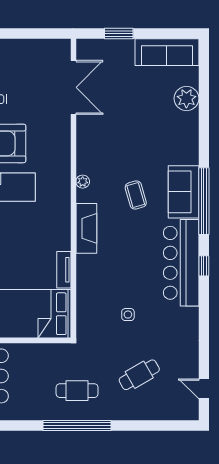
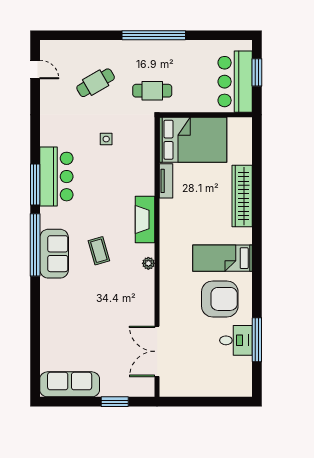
plant: (186, 98) -> (51, 341), removed
bar counter: (181, 263) -> (56, 177), width x0.73
window: (204, 266) -> (35, 185), width x2.17
cafe table: (77, 391) -> (152, 91), moved

